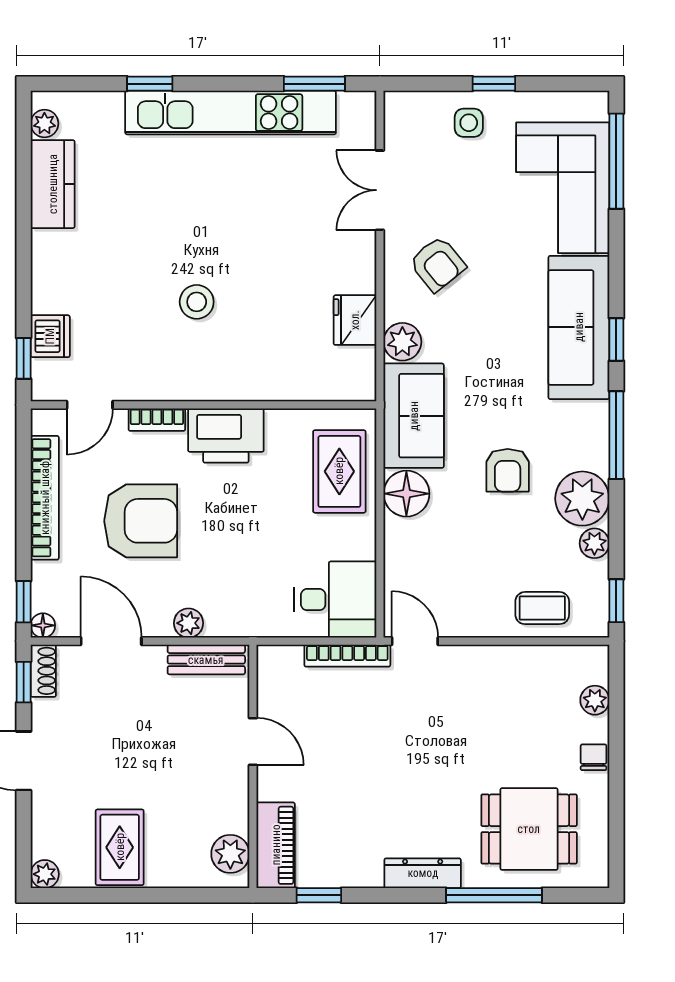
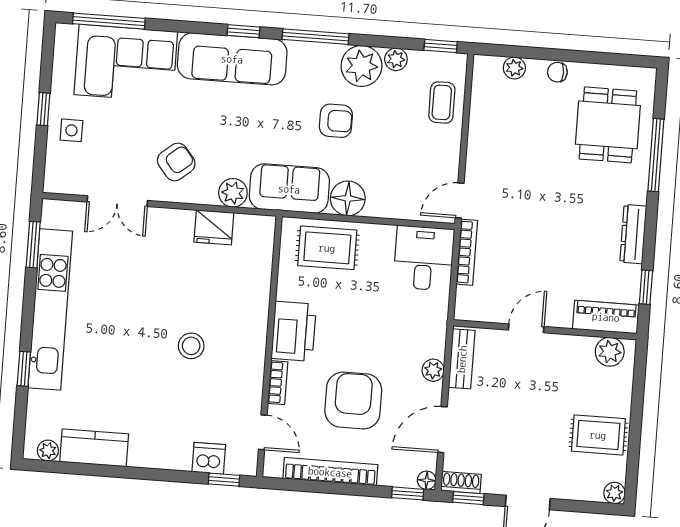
dresser: (423, 873) -> (633, 234), moved

